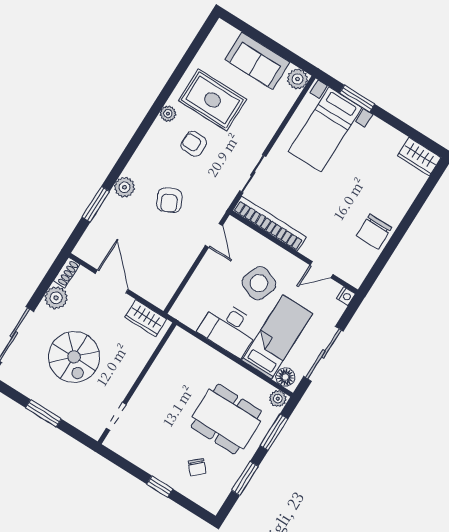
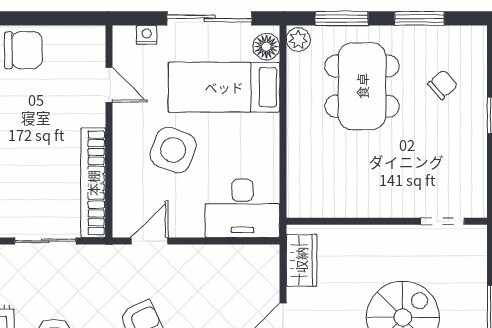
nightstand: (346, 296) -> (147, 35), moved
desk: (229, 328) -> (242, 208), moved, turned 90

